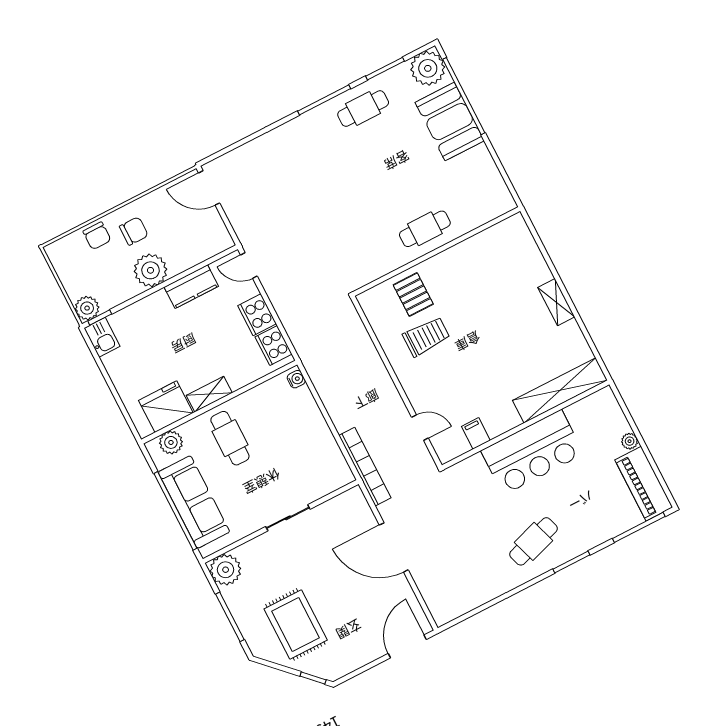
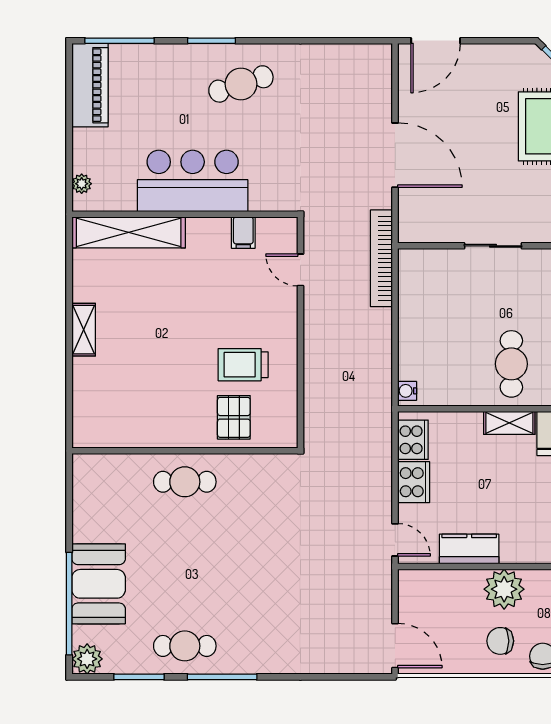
plant: (428, 68) -> (87, 659), width x0.73, depth x0.73
plant: (630, 441) -> (82, 184), moved

